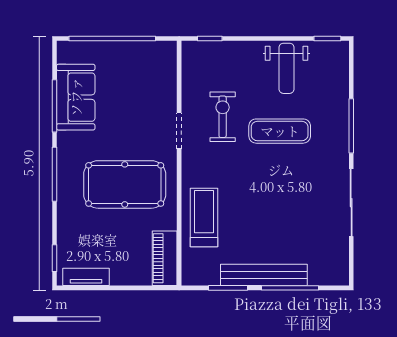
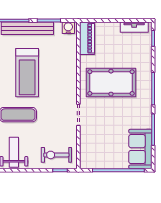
sofa: (76, 97) -> (140, 149), moved
exercise bike: (223, 117) -> (56, 155), moved, turned 90
treadmill: (204, 217) -> (27, 73), moved, width x1.37, depth x1.38
water cooler: (196, 276) -> (68, 28), added

